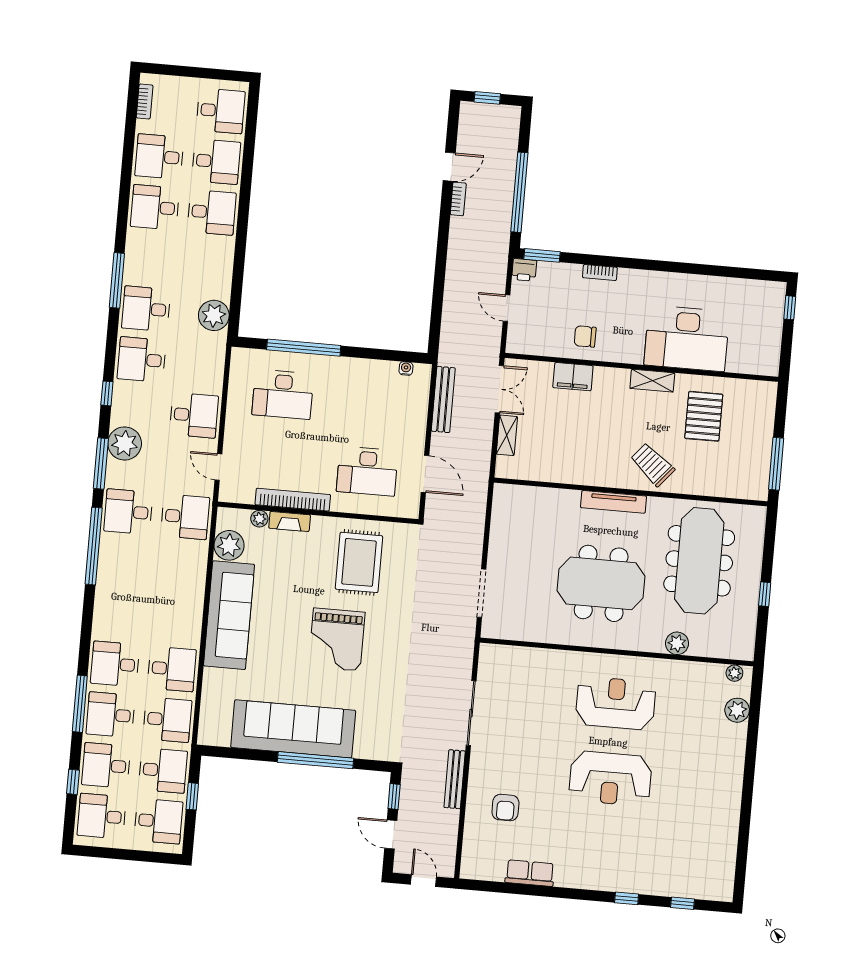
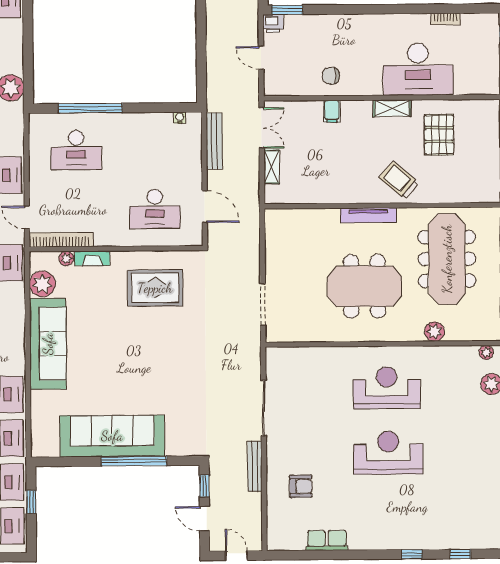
bookcase: (600, 273) -> (445, 19), moved
filing cabinet: (573, 377) -> (332, 111), width x0.50
bookcase: (293, 500) -> (61, 240), moved
rug: (359, 562) -> (155, 288), turned 90
grand piano: (337, 640) -> (142, 356), removed
reception desk: (610, 778) -> (388, 453), turned 180
armchair: (505, 808) -> (301, 486), turned -90

